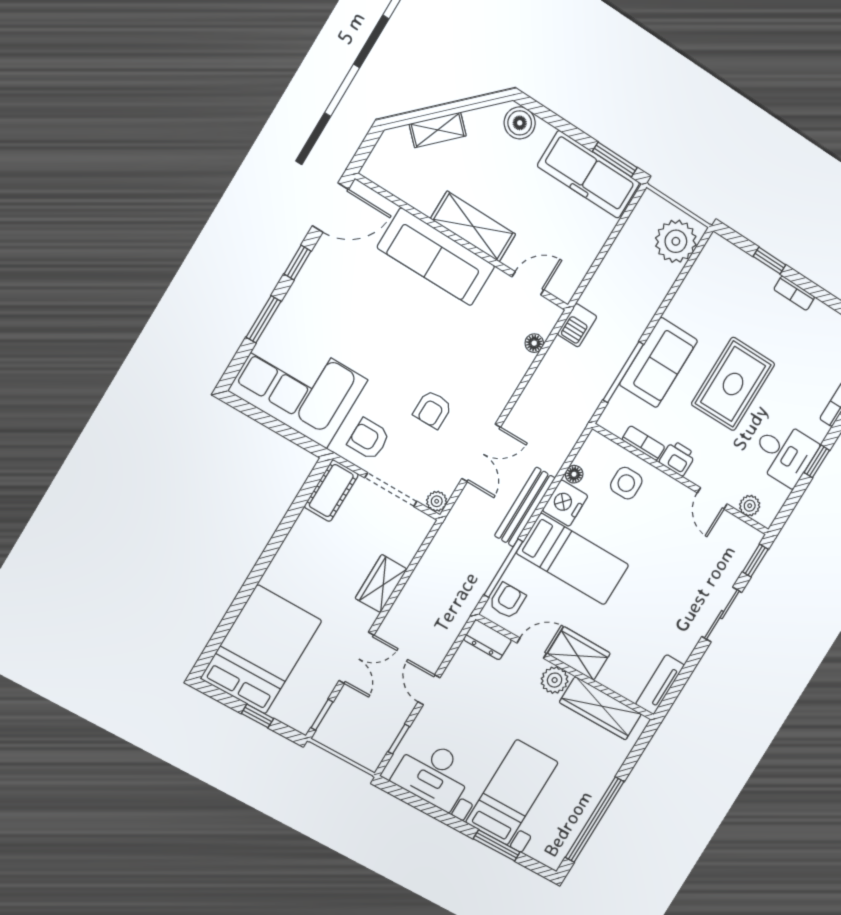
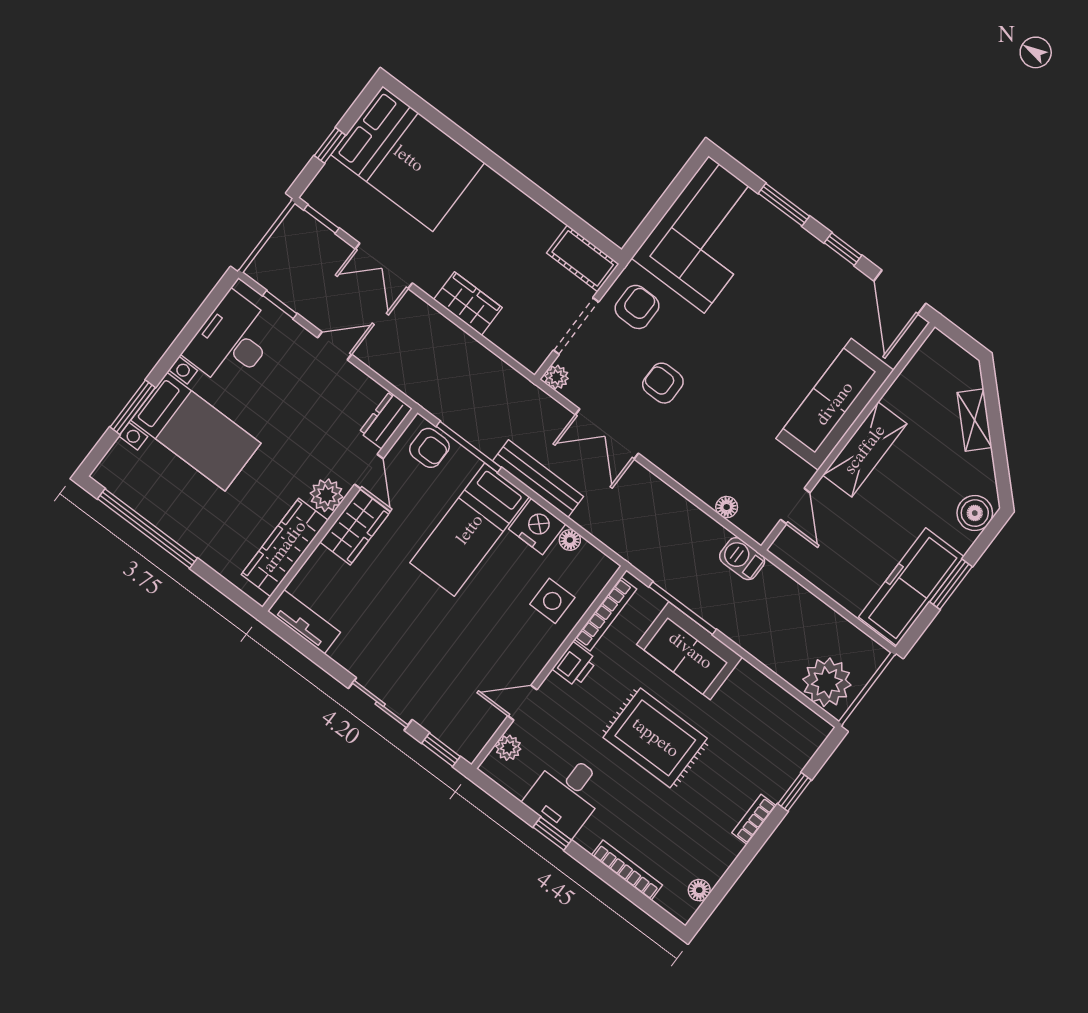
window: (615, 160) -> (951, 584), moved
bookcase: (643, 443) -> (605, 614), width x1.56

